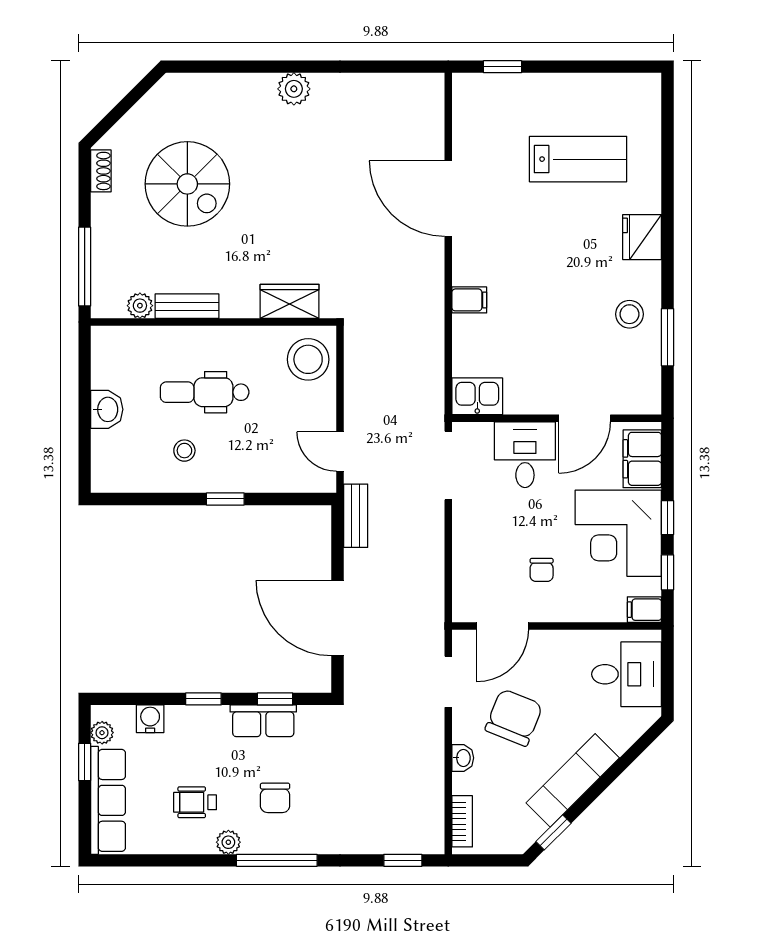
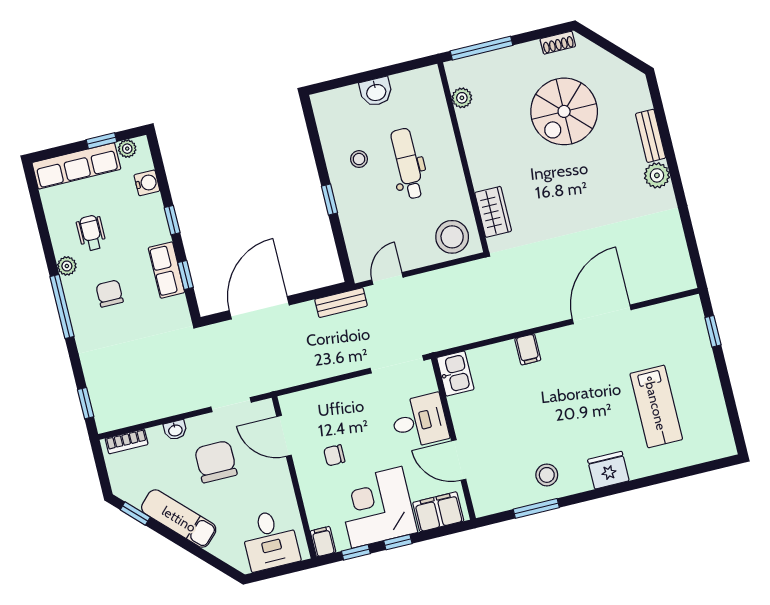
bench: (187, 306) -> (651, 136), moved
chair: (514, 718) -> (216, 462), turned -112
chair: (275, 798) -> (110, 294), turned 90

